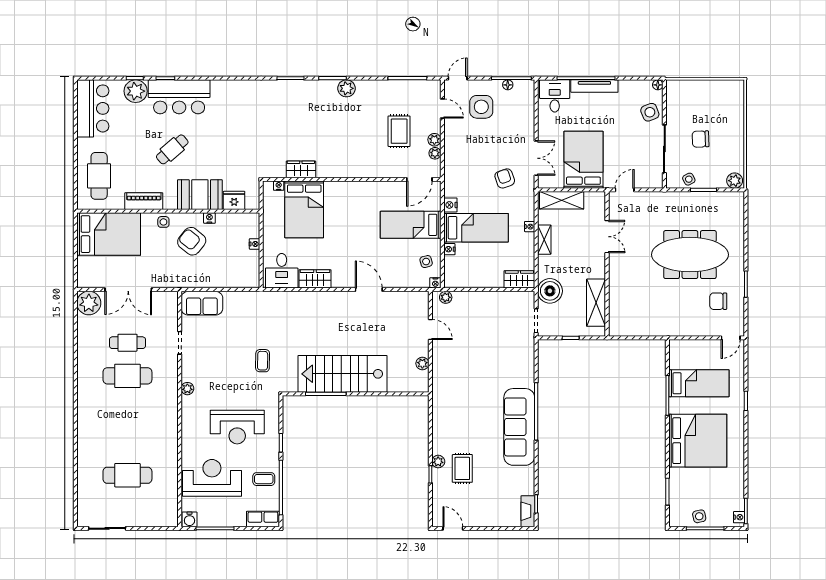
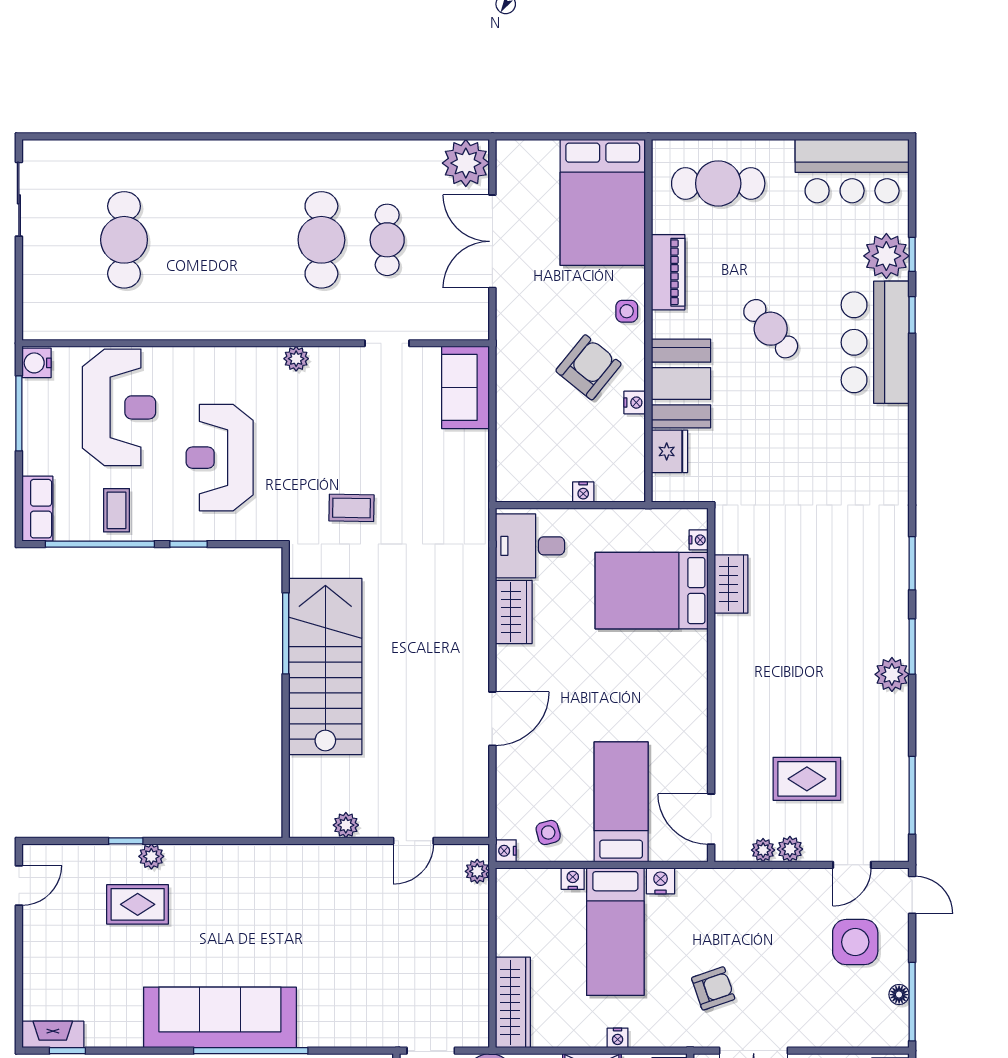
wardrobe: (519, 279) -> (513, 1002), width x1.50

